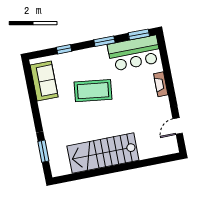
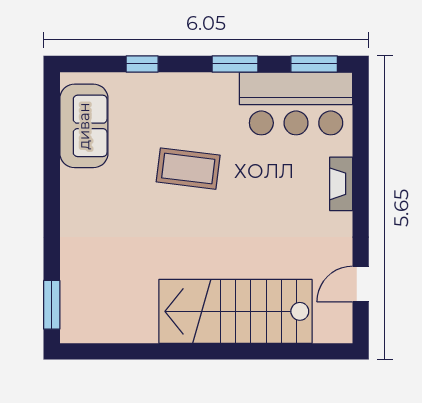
coffee table: (93, 91) -> (188, 169), width x0.73, depth x0.76
window: (43, 151) -> (52, 305), moved
stairs: (103, 153) -> (235, 311), moved

